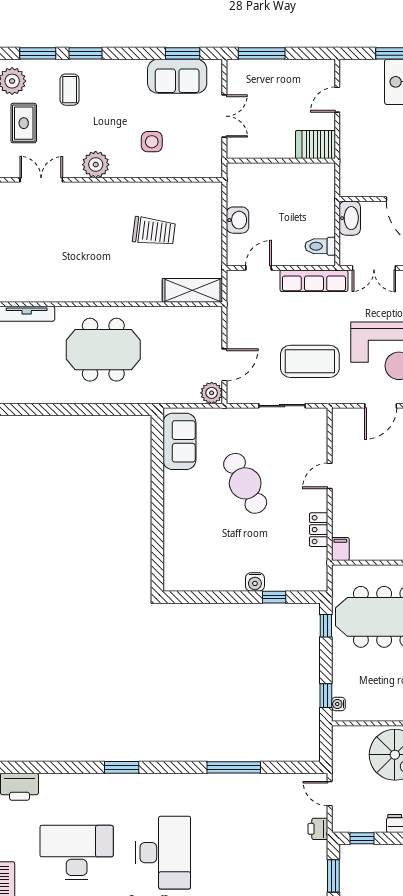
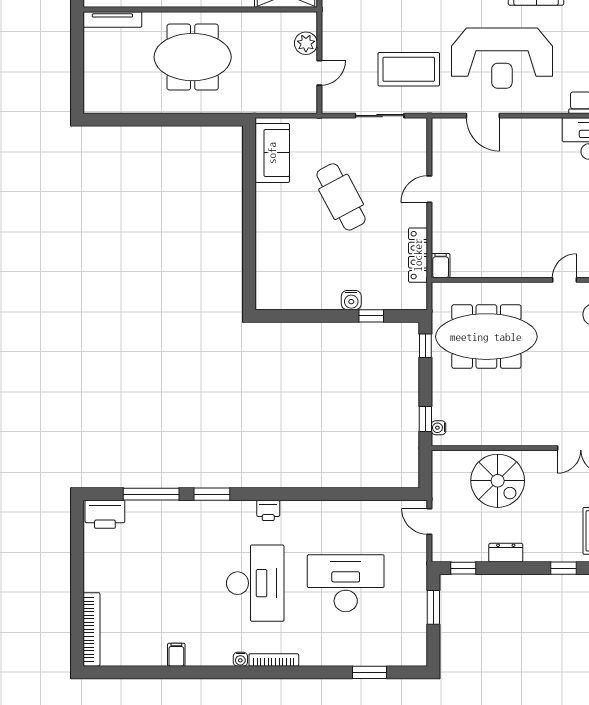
door: (224, 365) -> (319, 73), width x0.73
plant: (212, 393) -> (306, 43), moved
door: (381, 406) -> (483, 116), hinge flipped
locker: (319, 530) -> (418, 255), width x1.53
window: (234, 767) -> (151, 494), moved
printer: (318, 829) -> (268, 510), moved, turned -90
desk: (77, 853) -> (346, 583), moved

